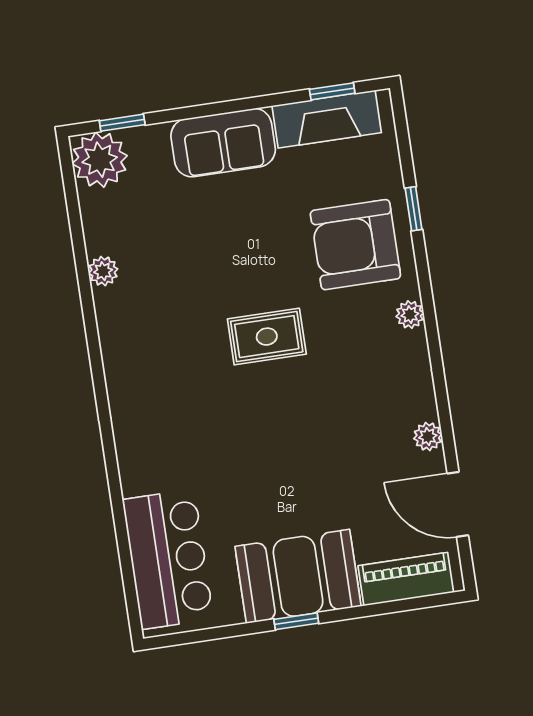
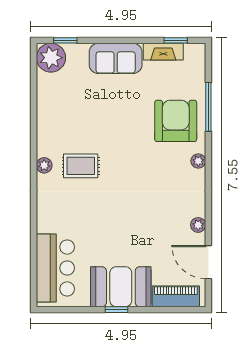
fireplace: (327, 119) -> (163, 52), width x0.73, depth x0.76
window: (414, 209) -> (208, 107), width x2.17
armchair: (355, 245) -> (176, 121), turned 90
plant: (103, 271) -> (44, 165), moved
rug: (267, 337) -> (81, 166), moved

